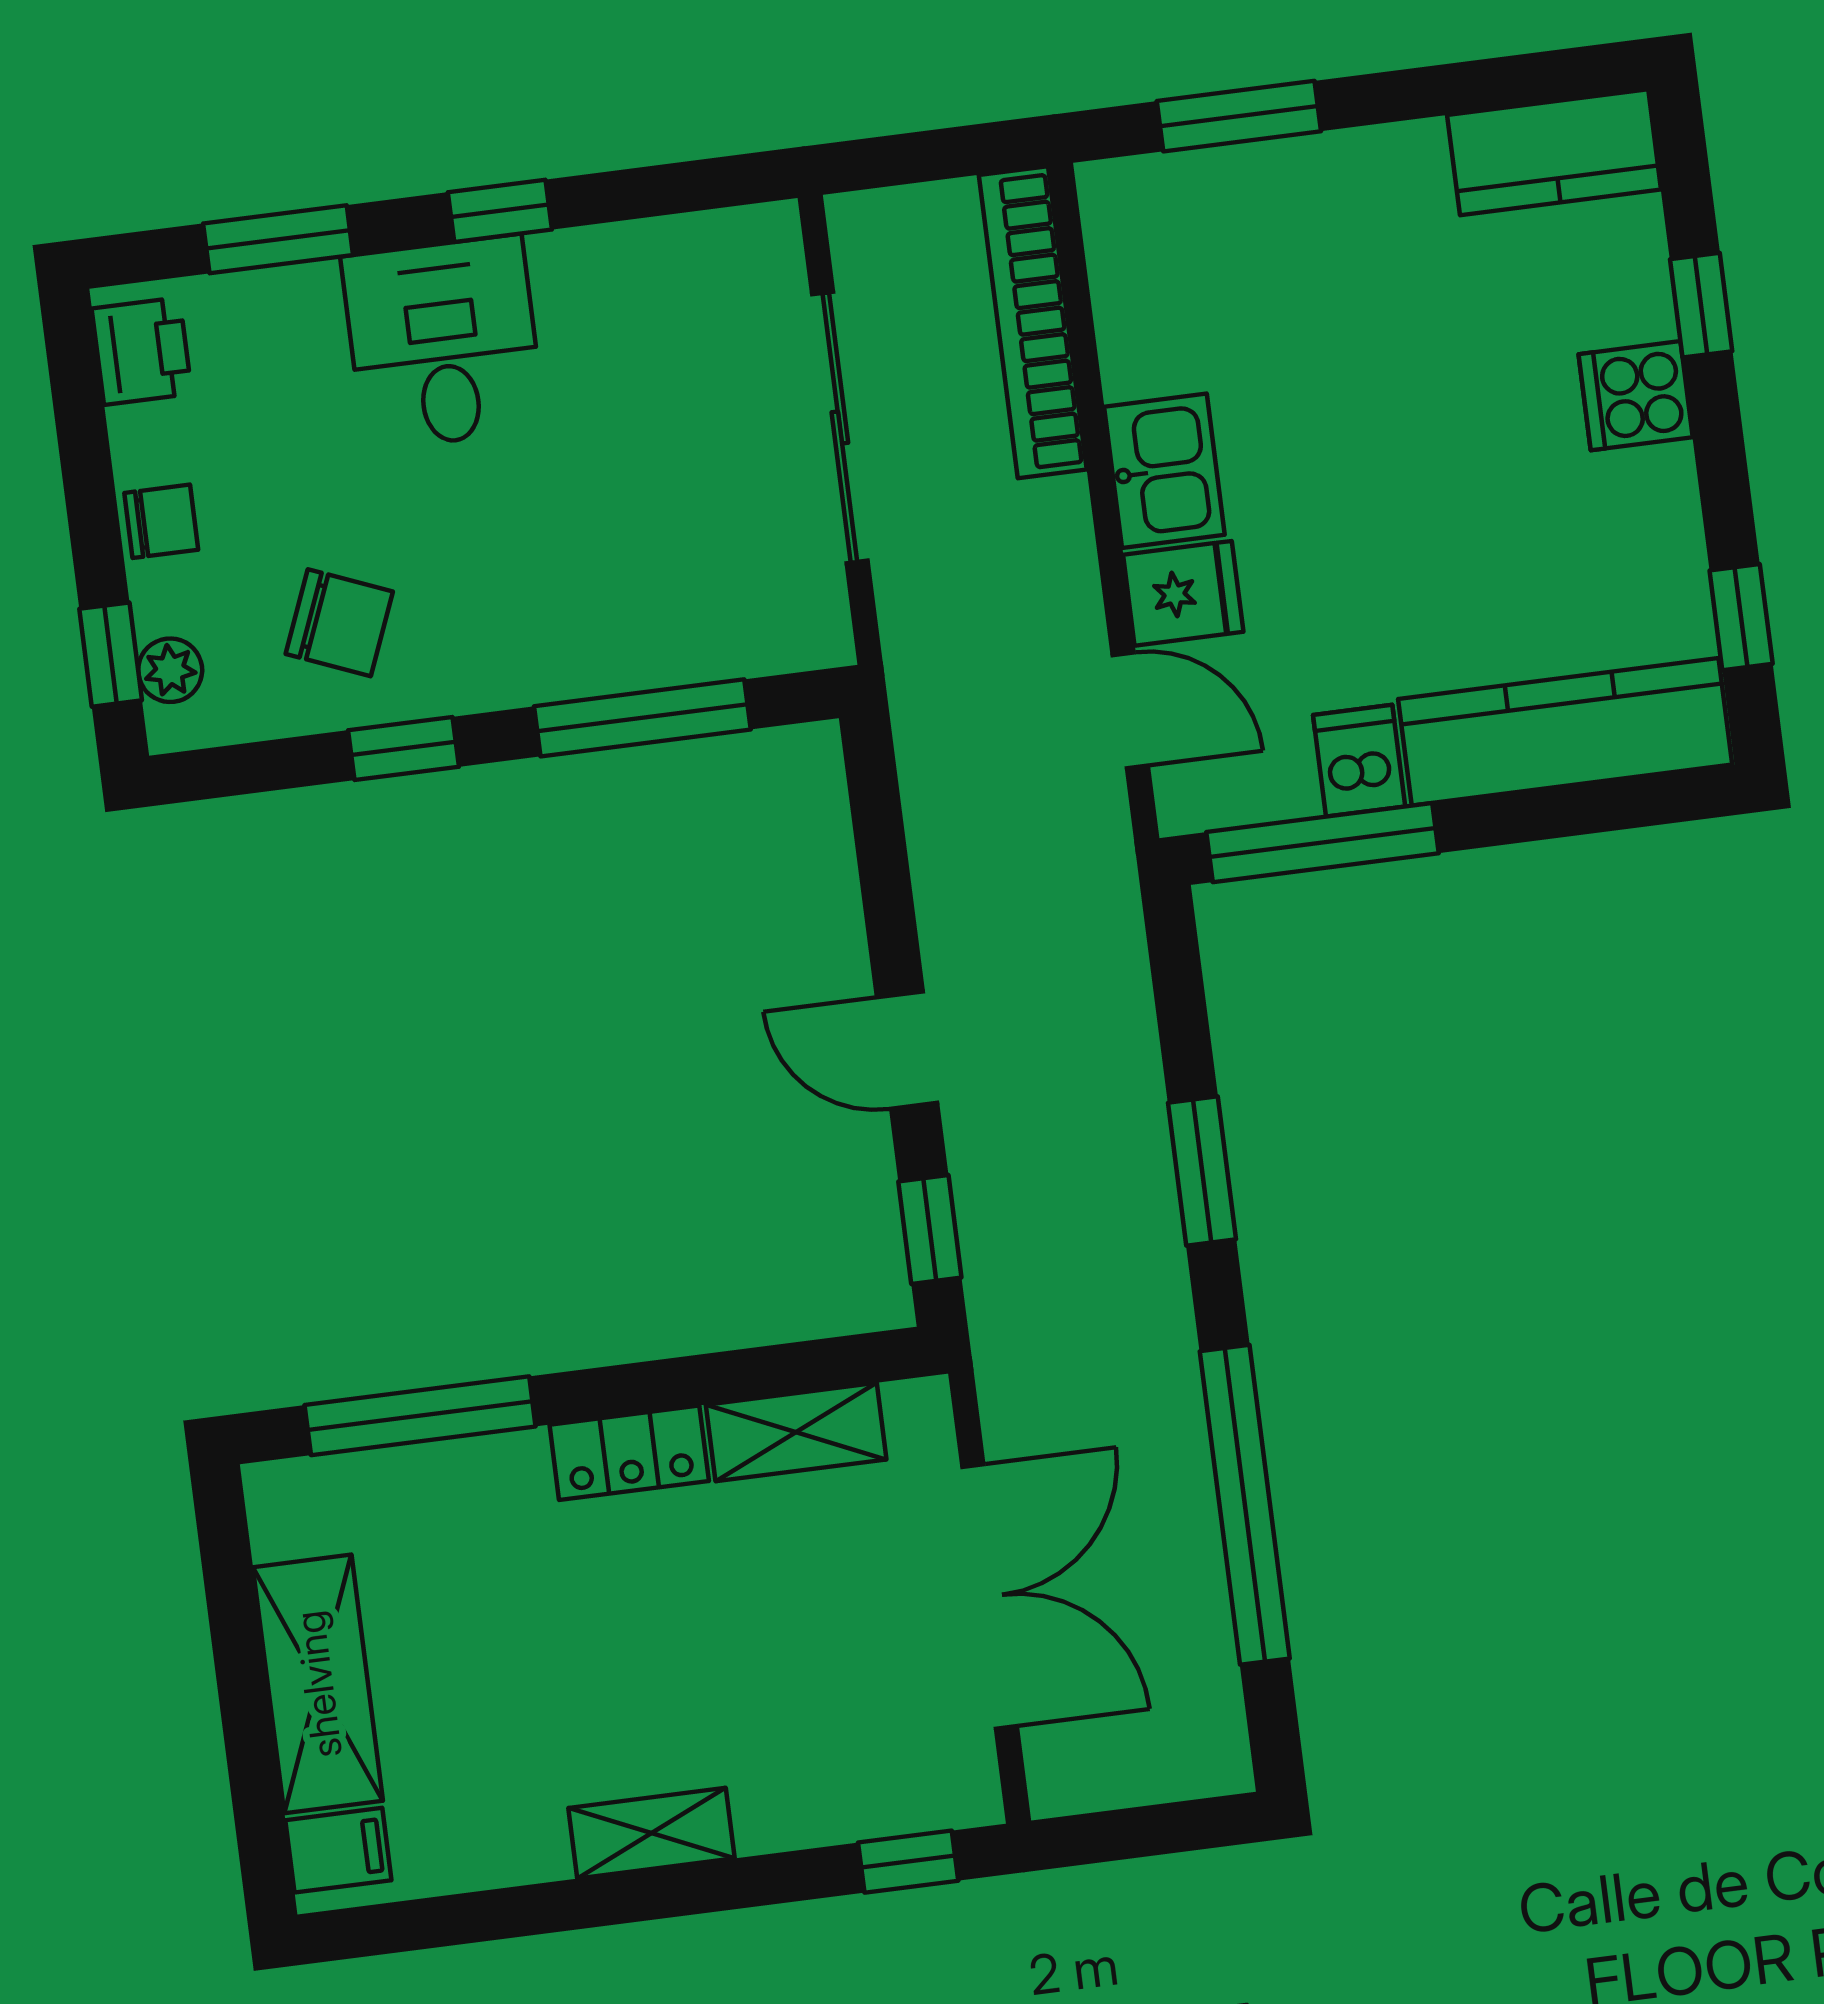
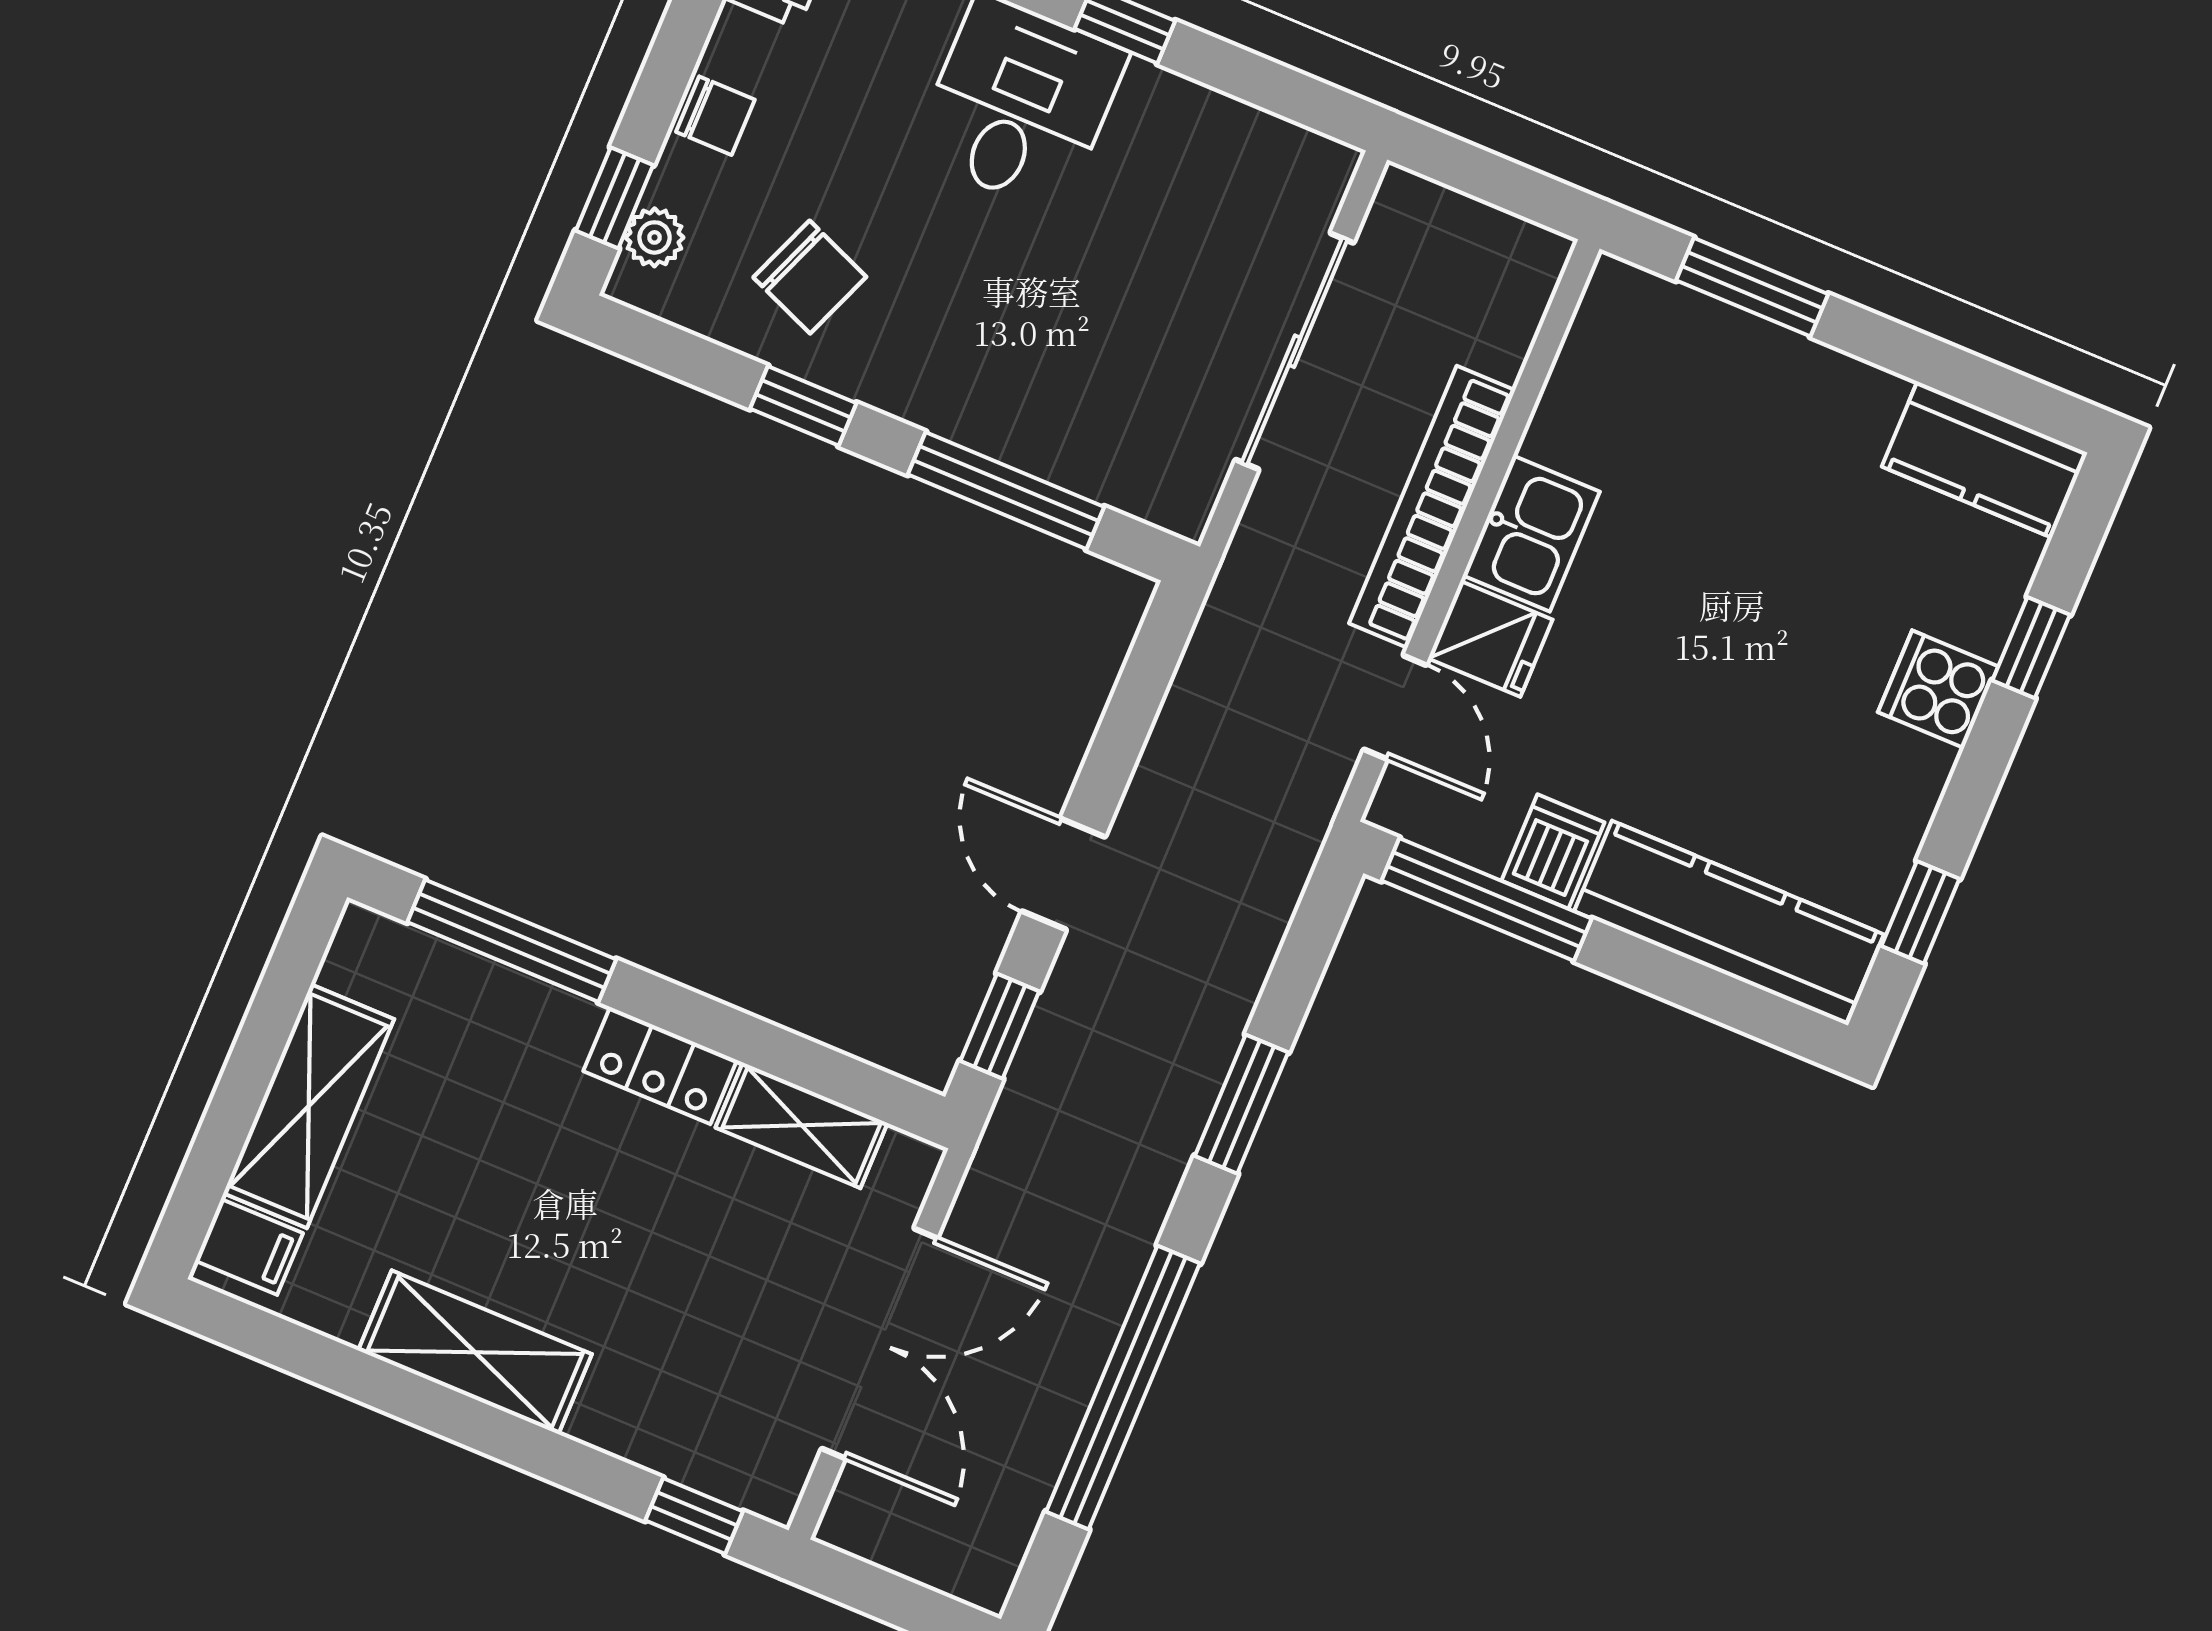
bookcase: (1033, 322) -> (1432, 507), moved
shelving: (651, 1833) -> (475, 1352), width x1.50, depth x1.33

